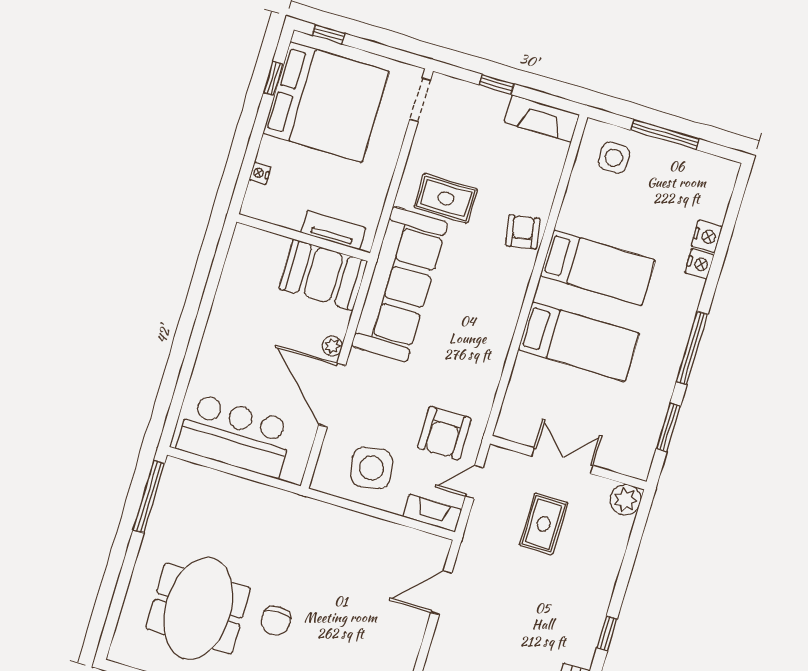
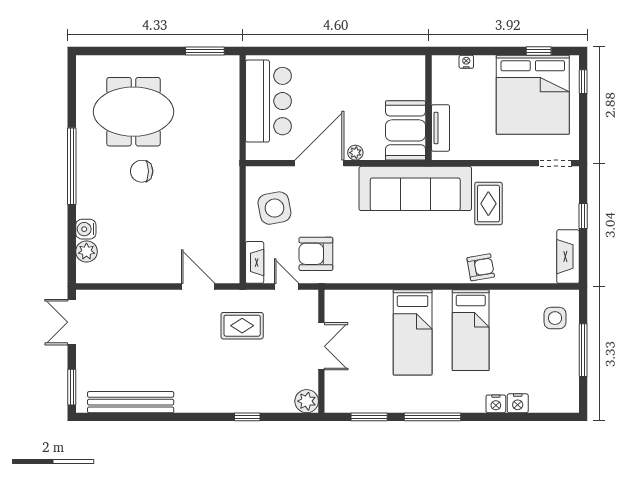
window: (149, 497) -> (205, 51), width x0.69
rug: (544, 524) -> (242, 326), moved
window: (607, 633) -> (247, 417), moved

